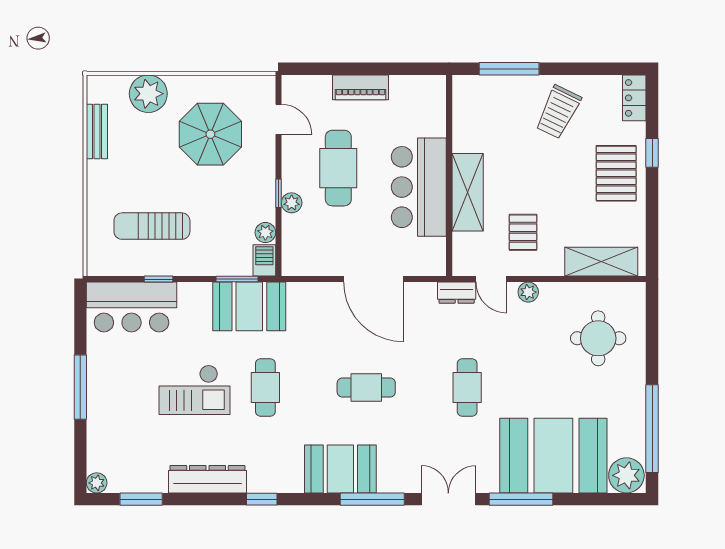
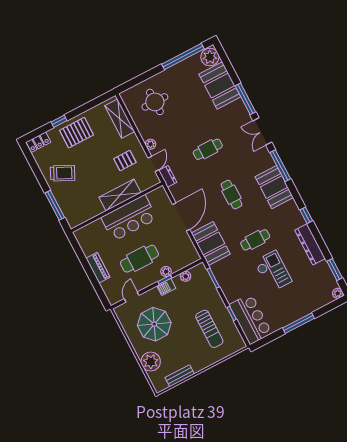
barbecue: (264, 260) -> (166, 287), moved
booth: (249, 306) -> (211, 244), moved
booth: (553, 456) -> (220, 86), width x0.73, depth x0.70

